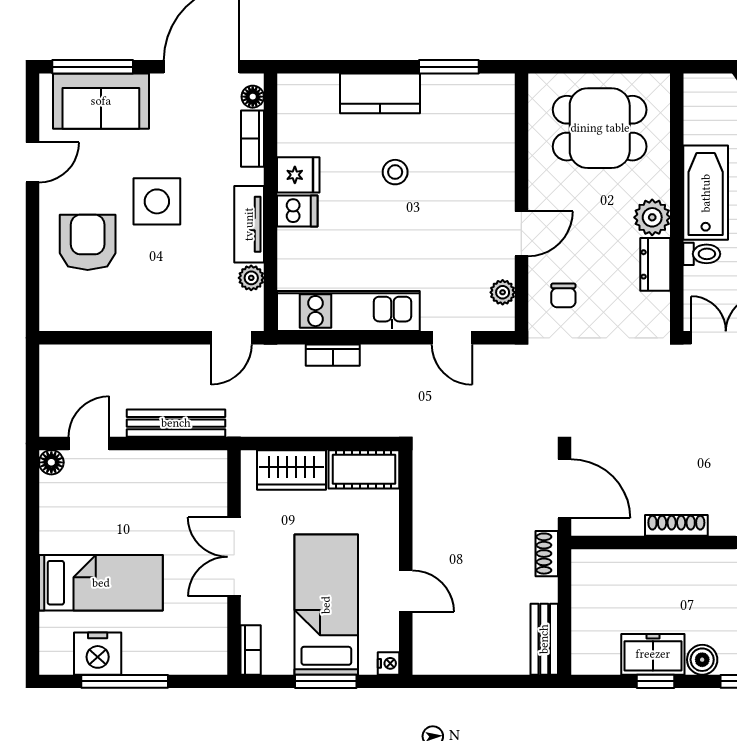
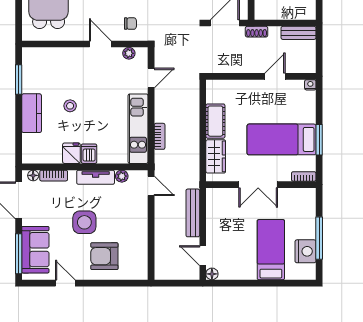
wall: (406, 562) -> (261, 76), moved
door: (406, 591) -> (275, 76), moved
nightstand: (389, 663) -> (310, 85), moved

